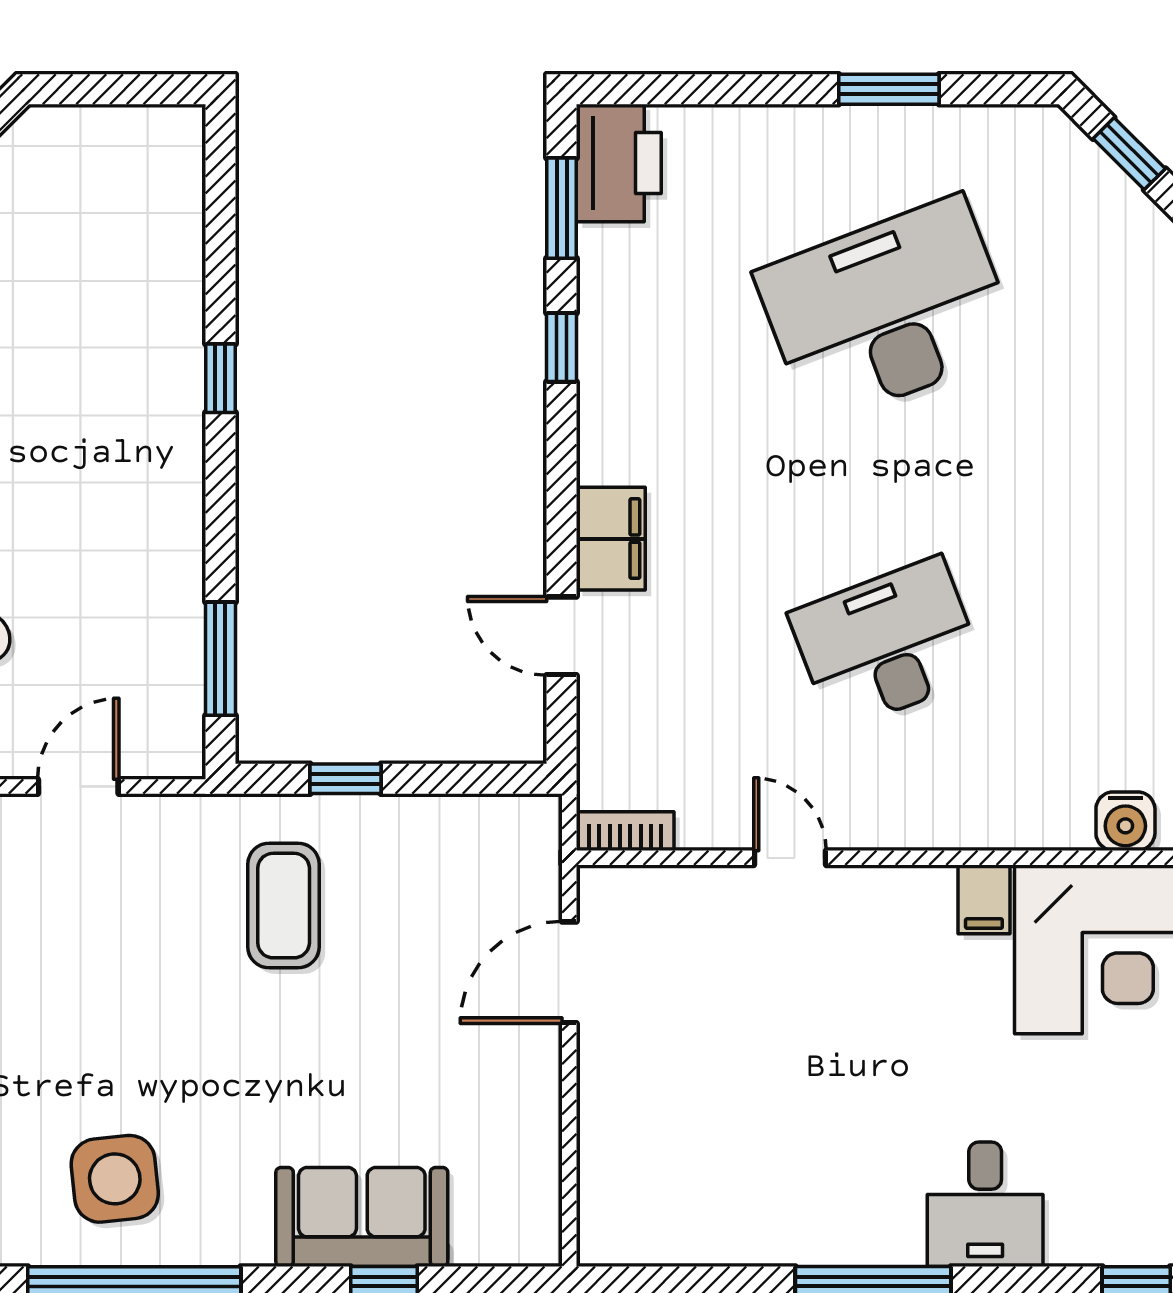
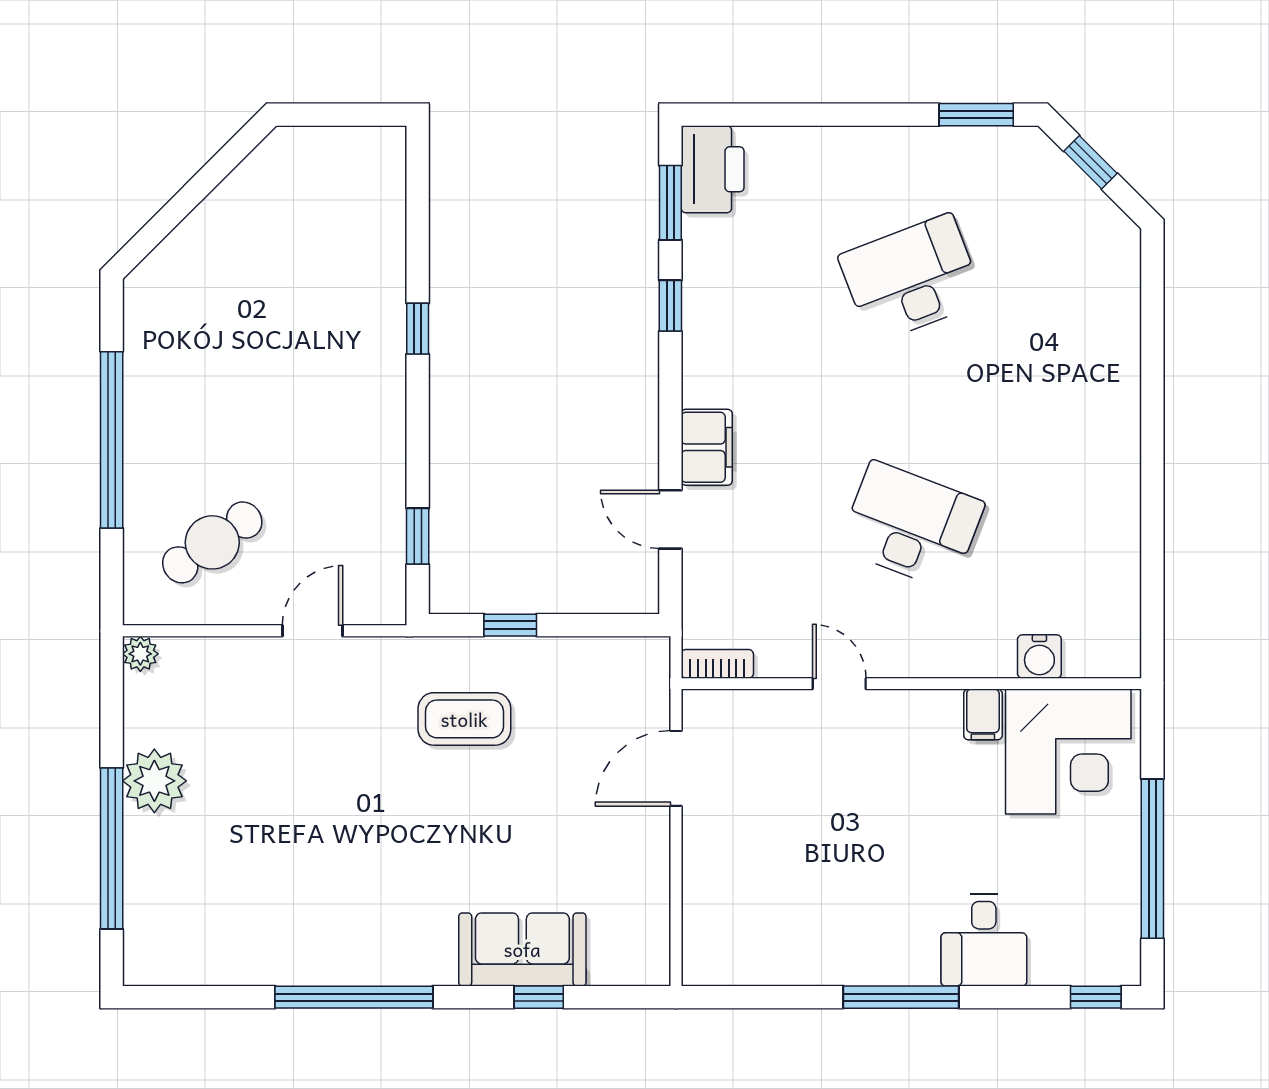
window: (889, 89) -> (976, 115), moved
desk: (887, 311) -> (911, 279), width x0.73, depth x0.77
desk: (887, 644) -> (911, 525), turned 42
window: (220, 659) -> (418, 536), width x0.67
water cooler: (1125, 821) -> (1039, 656), moved
coffee table: (284, 906) -> (464, 719), turned 90
side table: (115, 1179) -> (340, 921), removed

